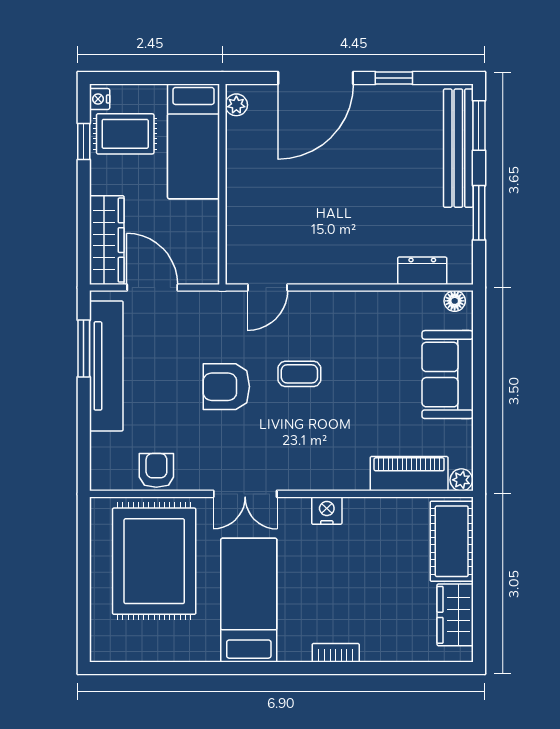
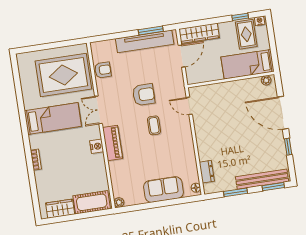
armchair: (226, 387) -> (144, 95), turned 90
piano: (409, 474) -> (113, 143), moved

